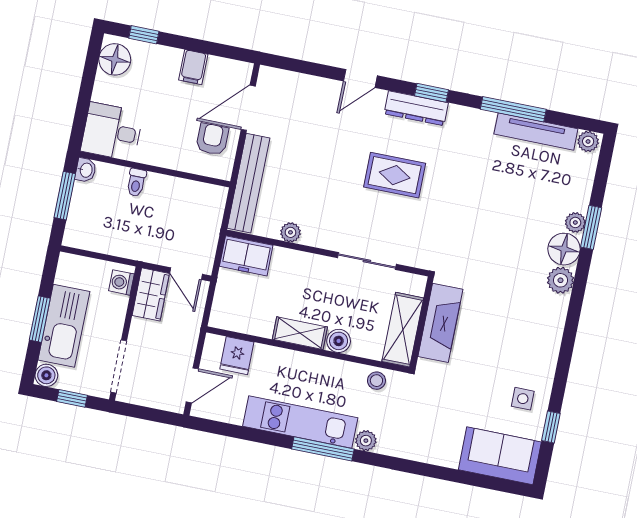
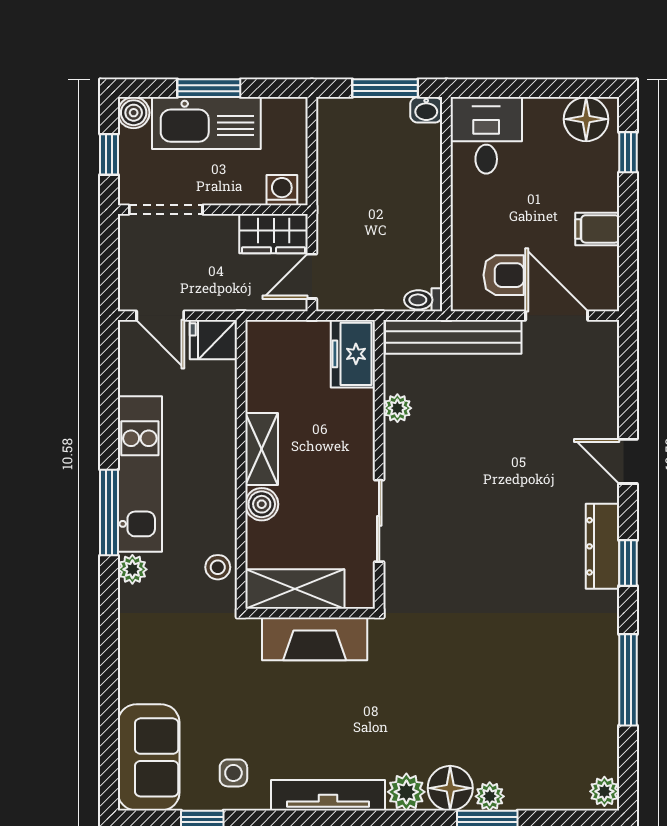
tv unit: (536, 131) -> (328, 795), moved, turned 90
rug: (395, 175) -> (505, 535), removed
toilet: (136, 182) -> (423, 300), moved
fridge: (237, 356) -> (213, 340), moved

